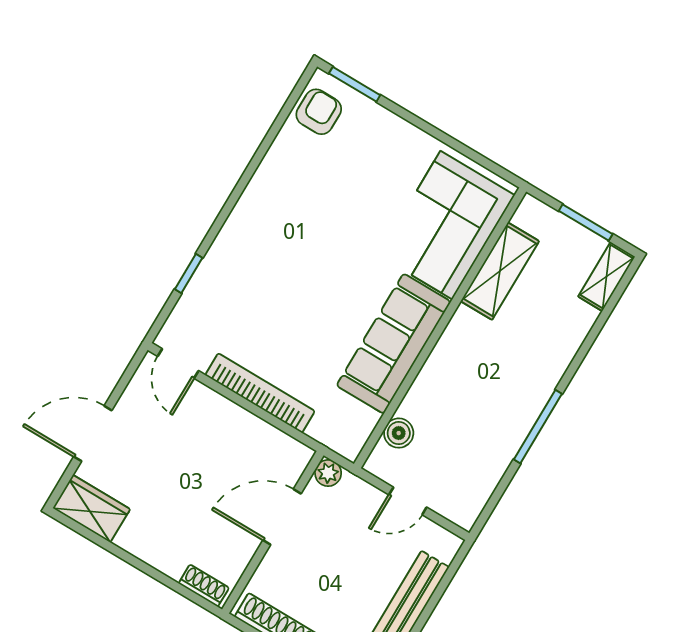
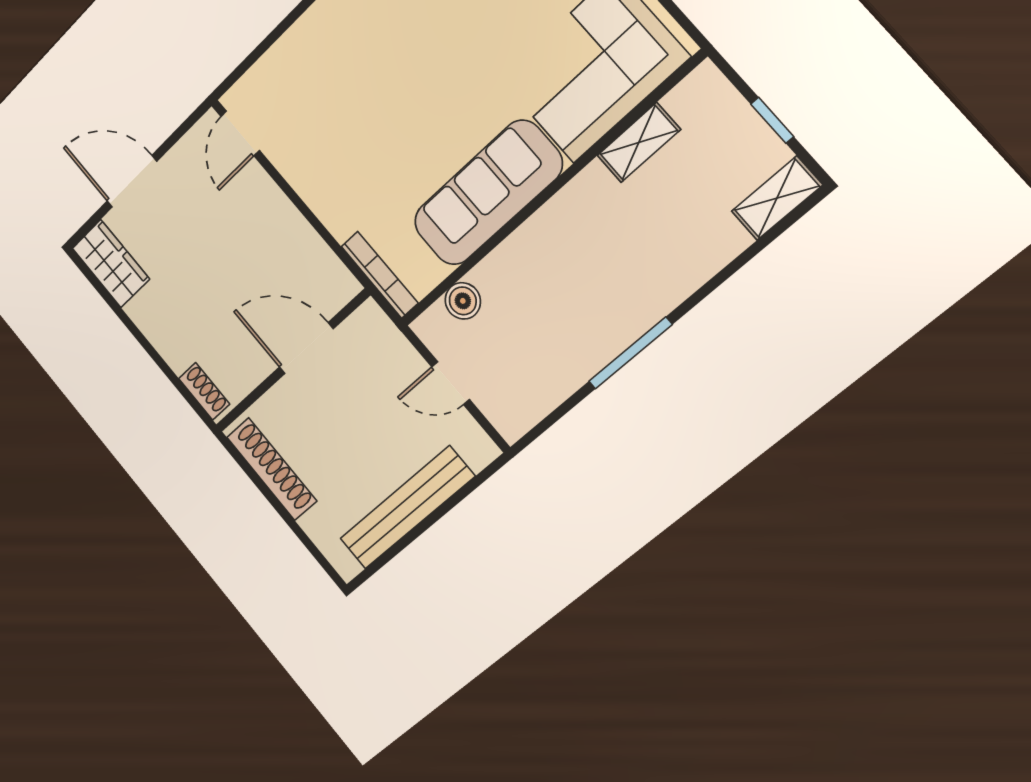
window: (586, 223) -> (772, 120), width x0.67
shelving: (500, 271) -> (639, 143), width x0.67, depth x0.75
window: (189, 273) -> (278, 32), removed
bookcase: (260, 393) -> (380, 275), moved, width x0.68, depth x0.76
plant: (328, 473) -> (370, 318), removed

